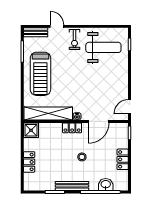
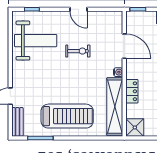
exercise bike: (74, 40) -> (78, 51), moved
weight bench: (103, 47) -> (36, 41), turned 90
door: (130, 107) -> (78, 9), moved
locker: (72, 128) -> (132, 91), moved

